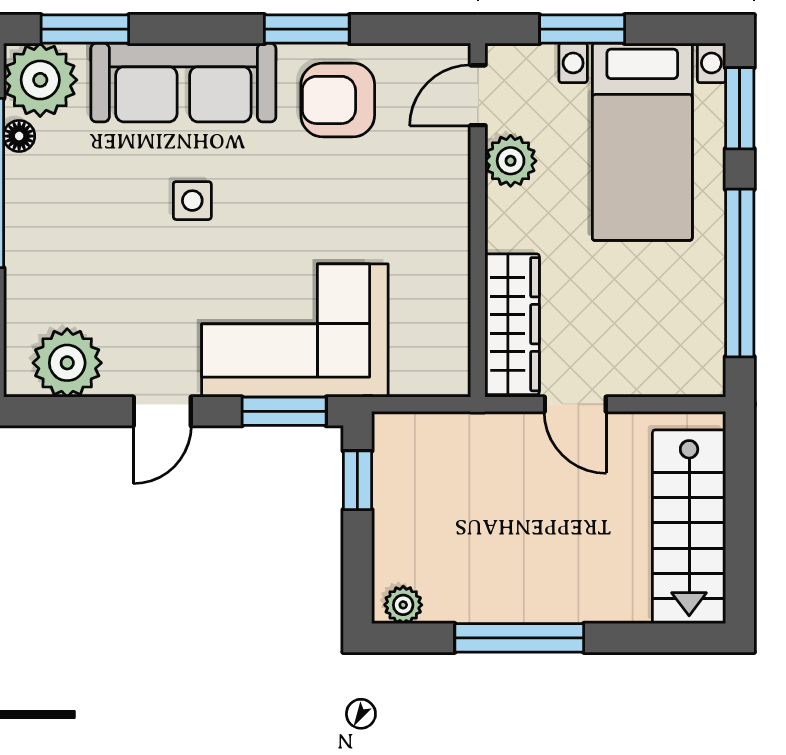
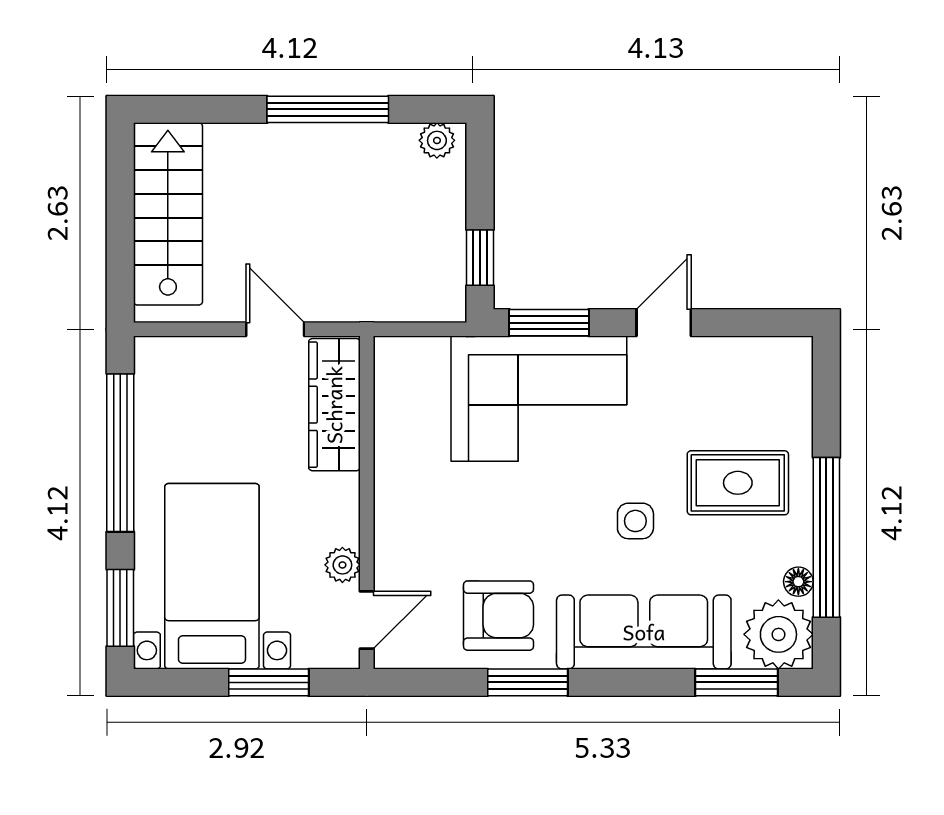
plant: (511, 161) -> (342, 565), width x0.73, depth x0.73
rug: (83, 241) -> (738, 483), added
plant: (67, 363) -> (753, 368), removed

